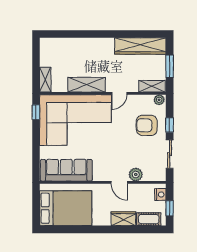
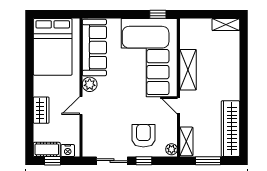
shelving: (45, 80) -> (226, 25), moved
plant: (136, 175) -> (90, 84), moved
cot: (149, 219) -> (47, 149), moved, turned 90

